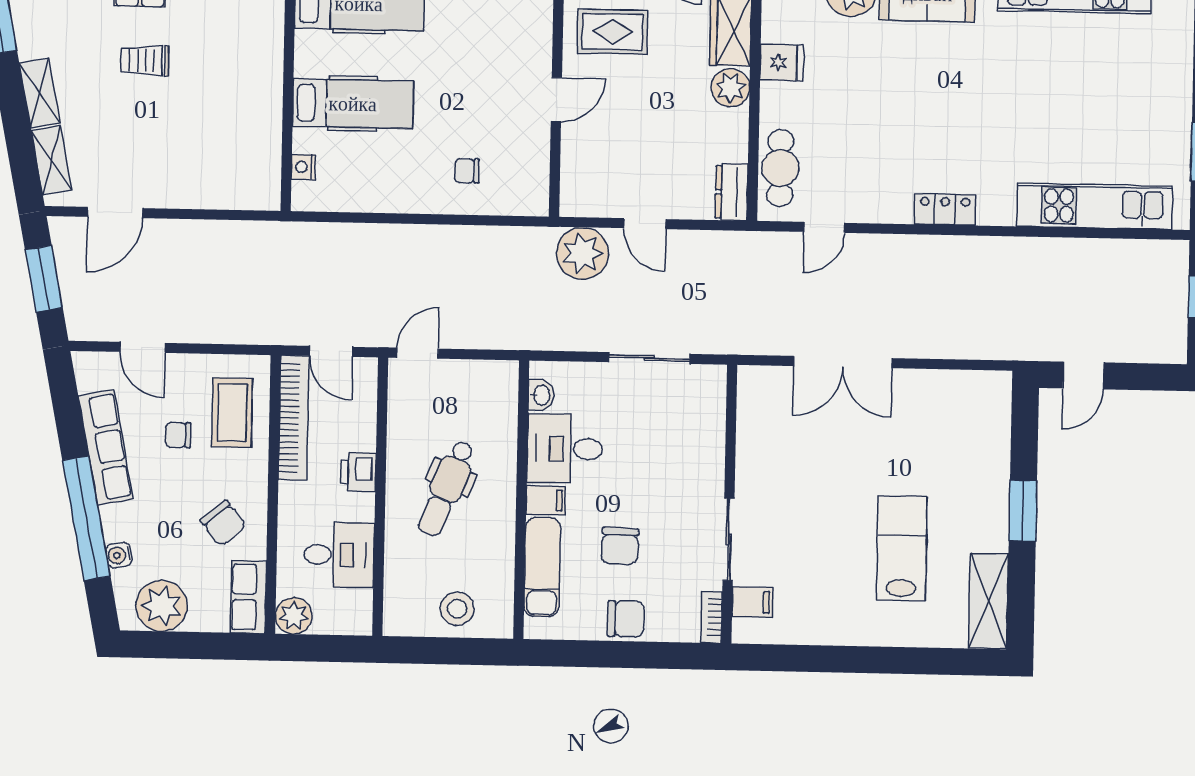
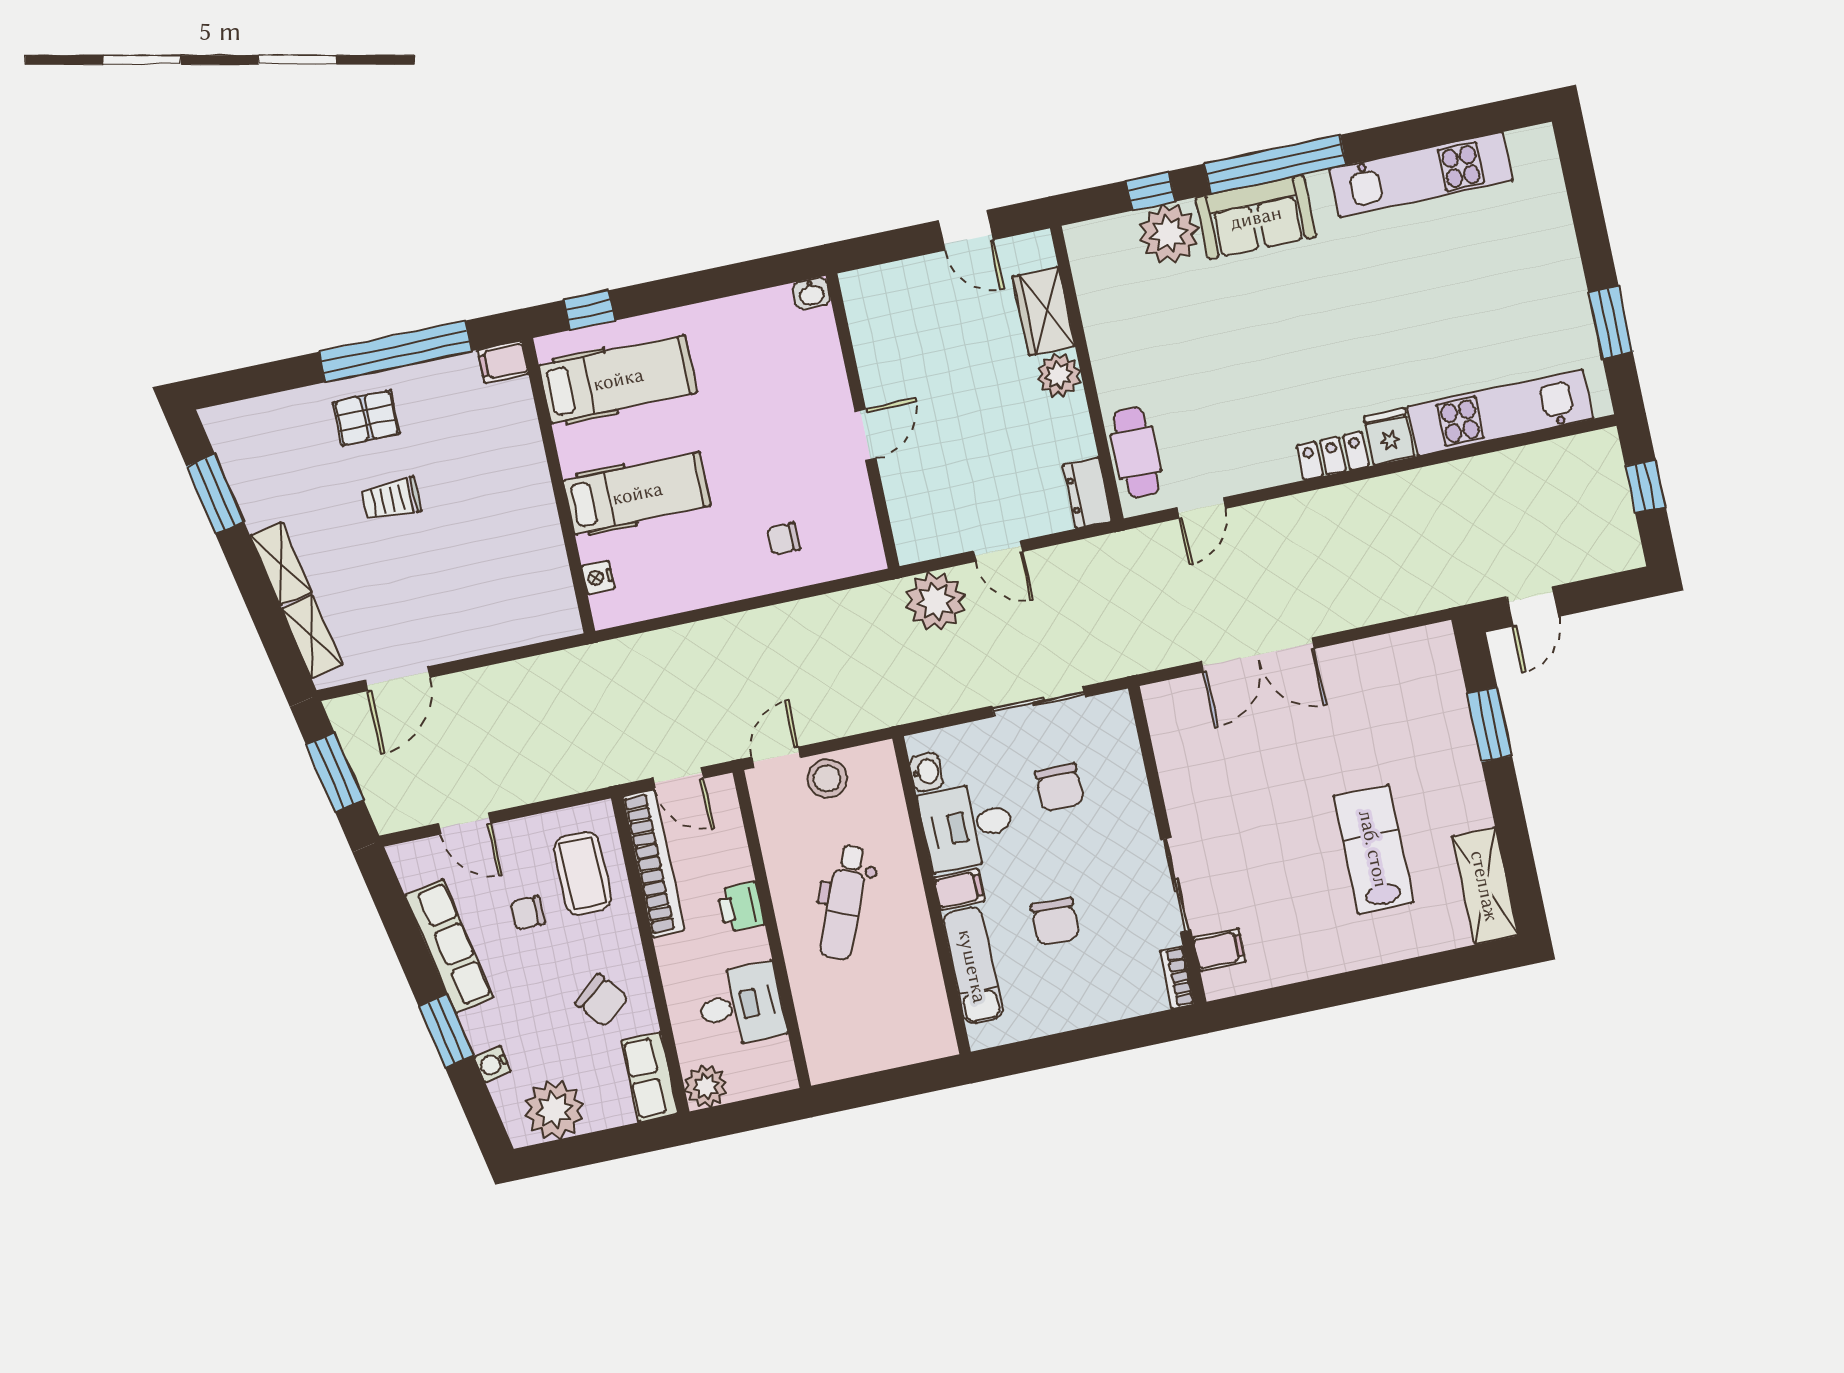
rug: (612, 32) -> (911, 343), removed
fridge: (782, 63) -> (1389, 437), moved, turned -90
window: (1023, 511) -> (1489, 725), moved
window: (86, 518) -> (446, 1031), width x0.47
stool: (457, 609) -> (827, 778), moved
chair: (626, 619) -> (1059, 787), moved, turned 90

